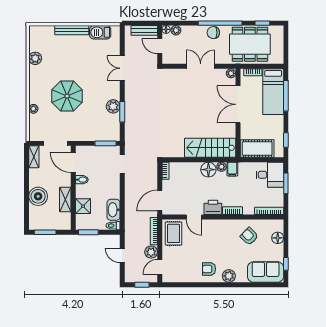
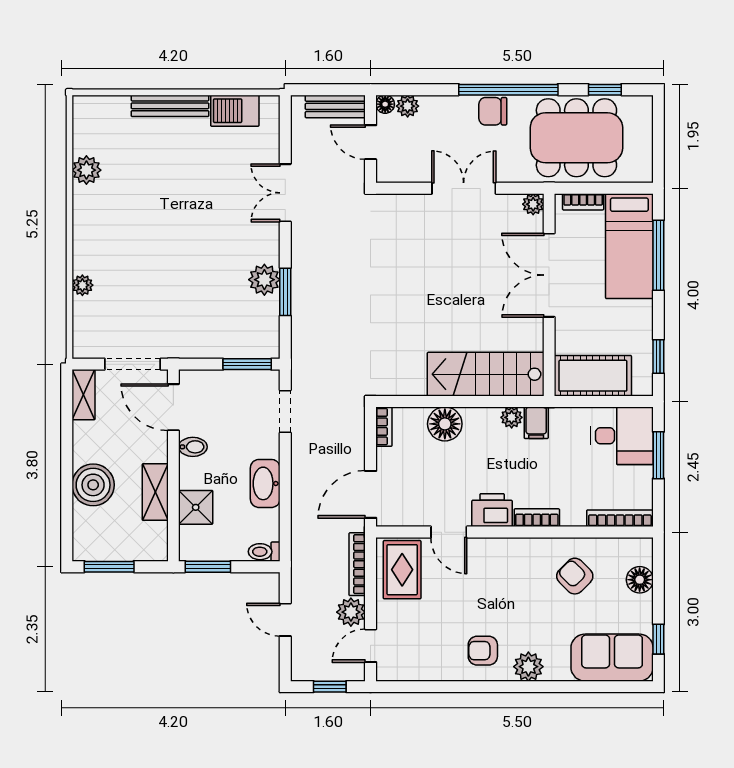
parasol: (67, 96) -> (159, 256), removed
floor lamp: (208, 170) -> (445, 424), moved
washbasin: (114, 210) -> (265, 483), moved

